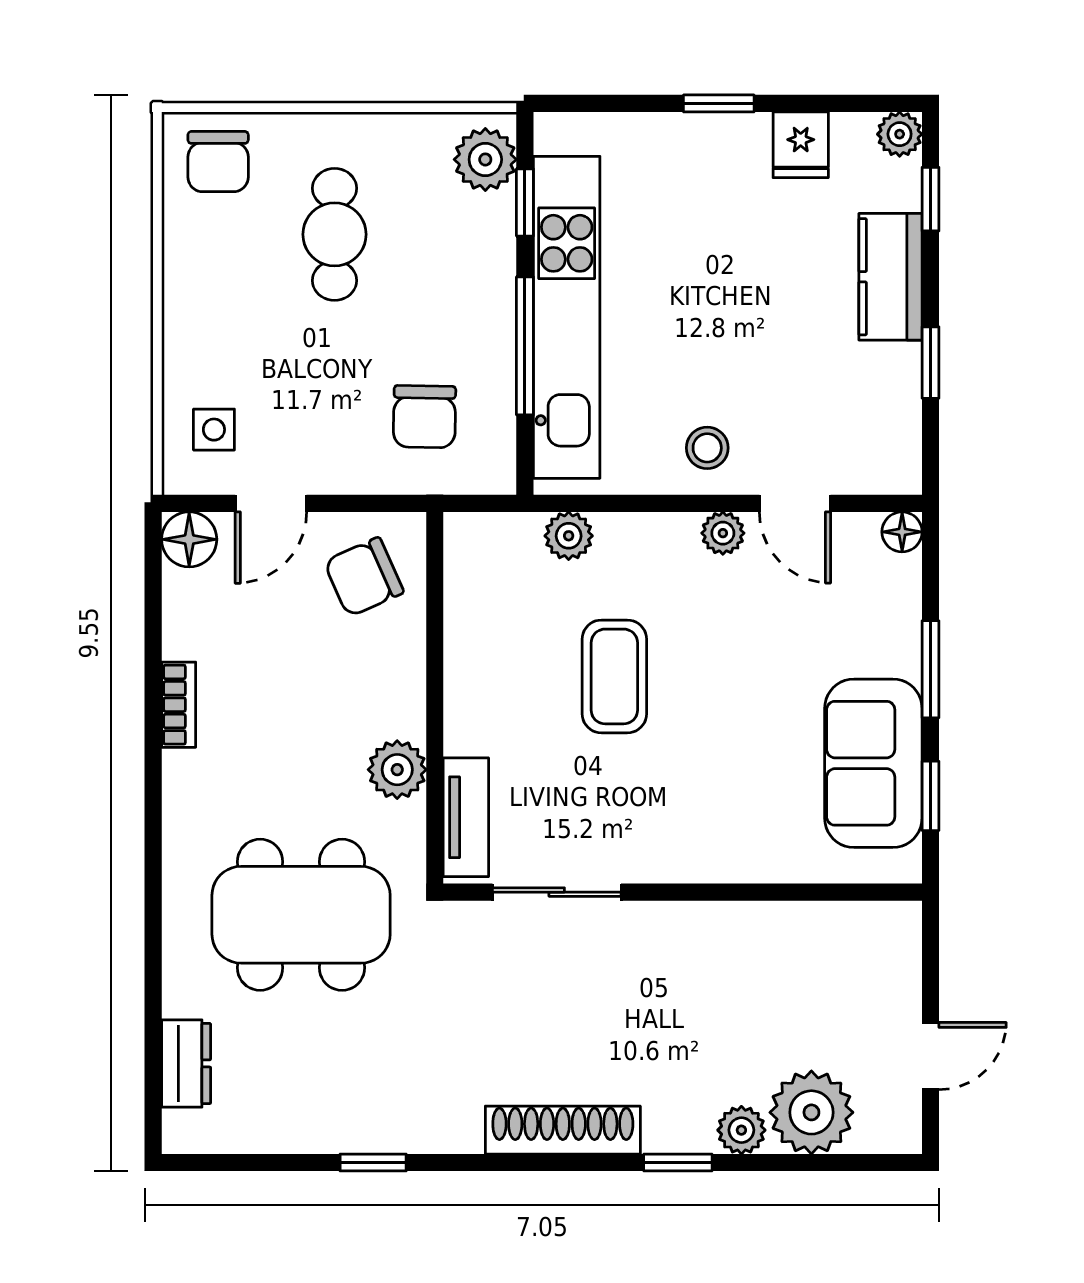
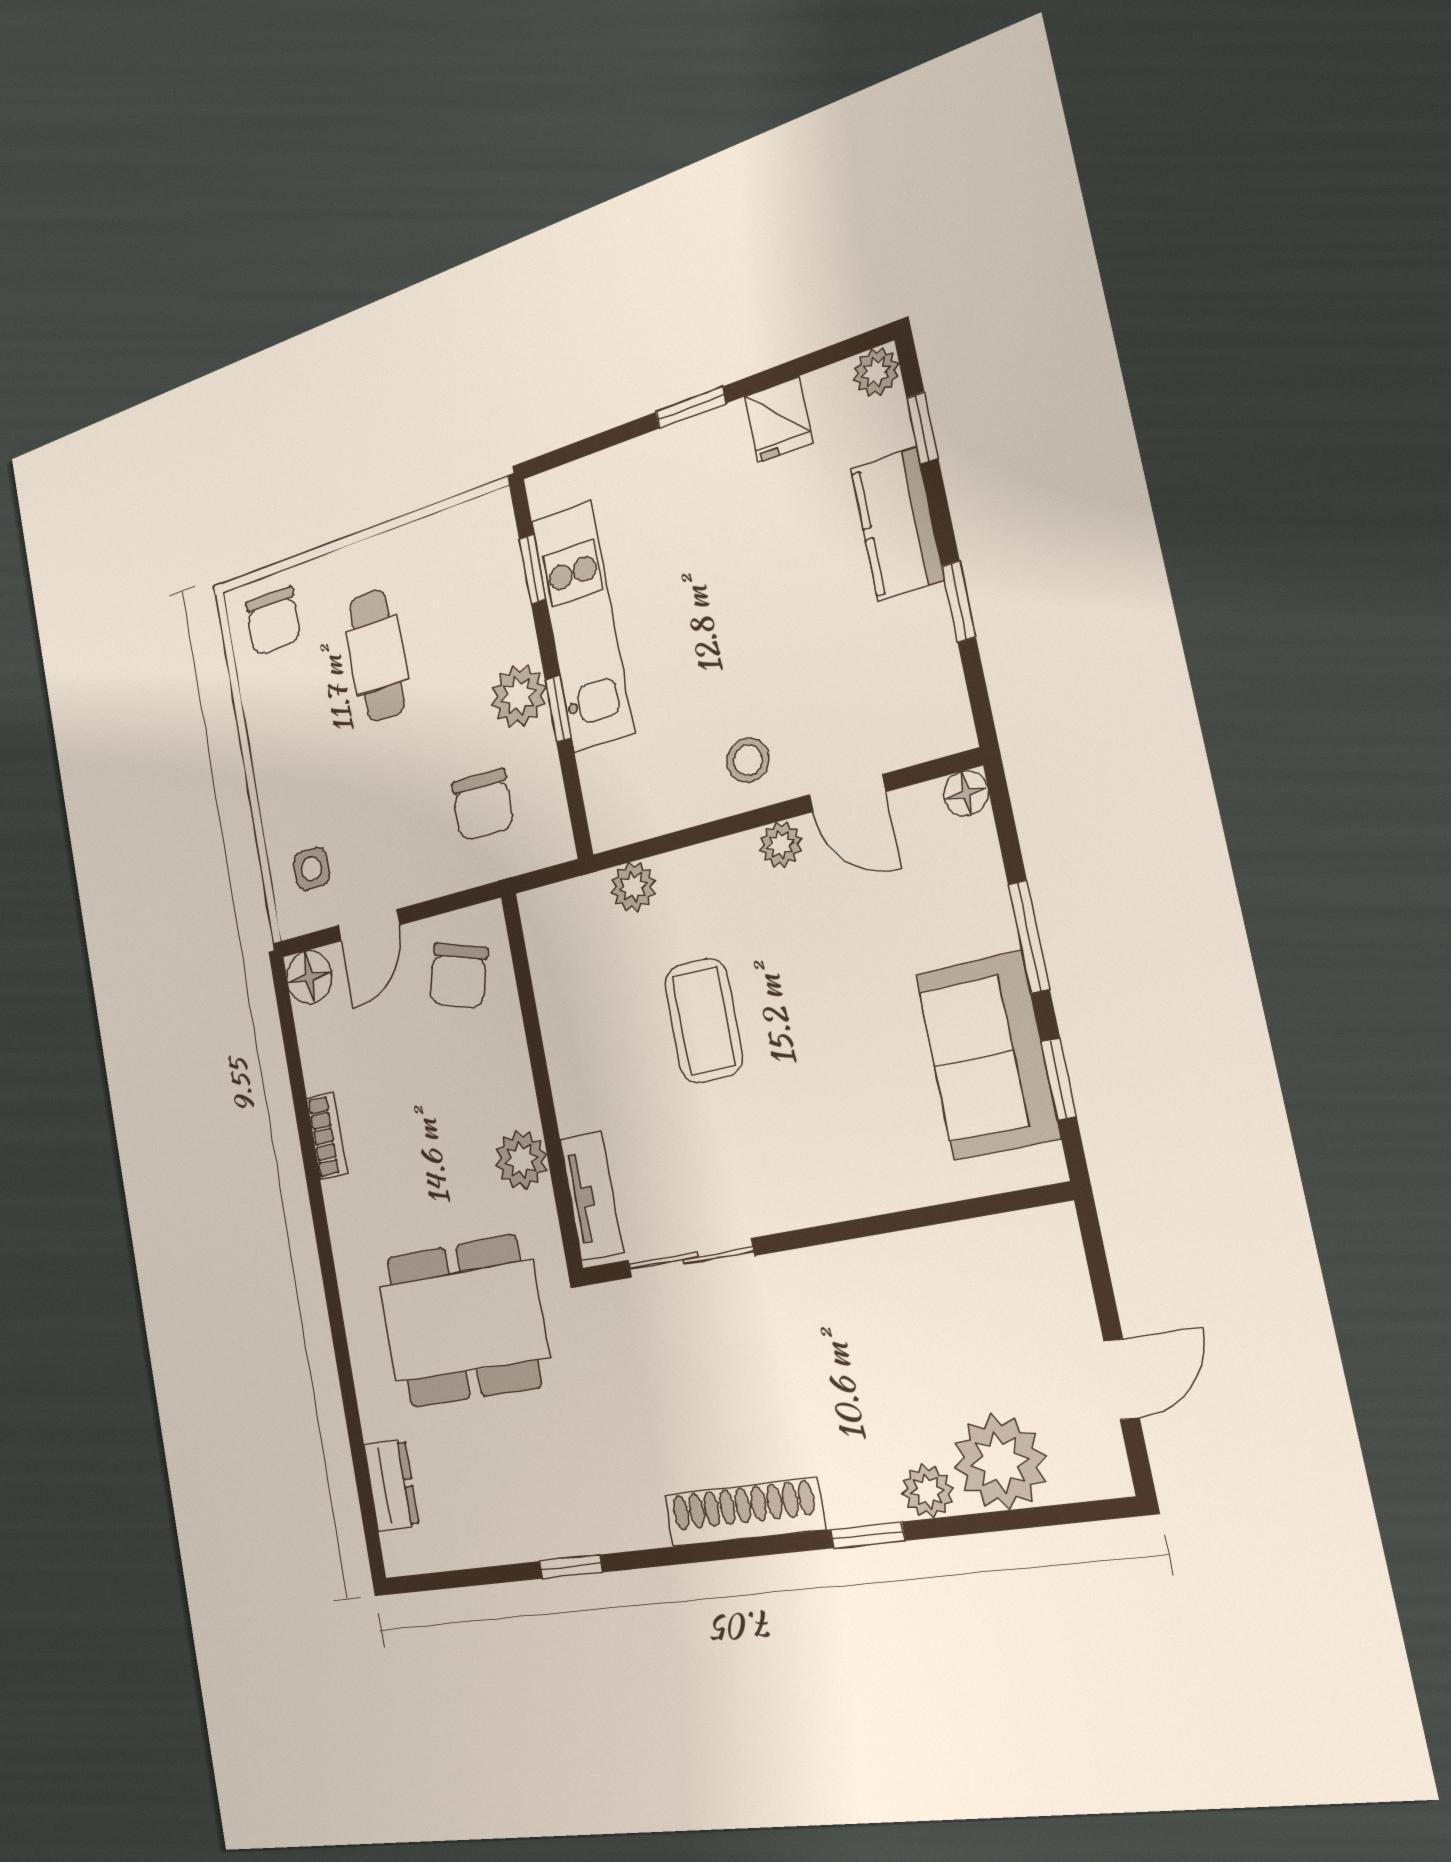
plant: (485, 159) -> (519, 696), moved
kitchen unit: (567, 317) -> (583, 626), width x0.73
window: (525, 346) -> (558, 709), width x0.46
chair: (364, 577) -> (458, 976), turned -49

